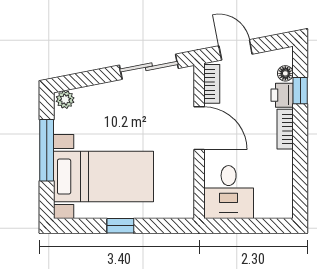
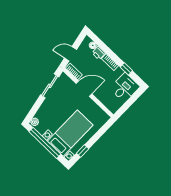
window: (300, 91) -> (126, 69), moved
window: (47, 150) -> (45, 143), width x1.46
desk: (229, 192) -> (125, 88), moved, turned -90
window: (120, 226) -> (83, 151), moved

